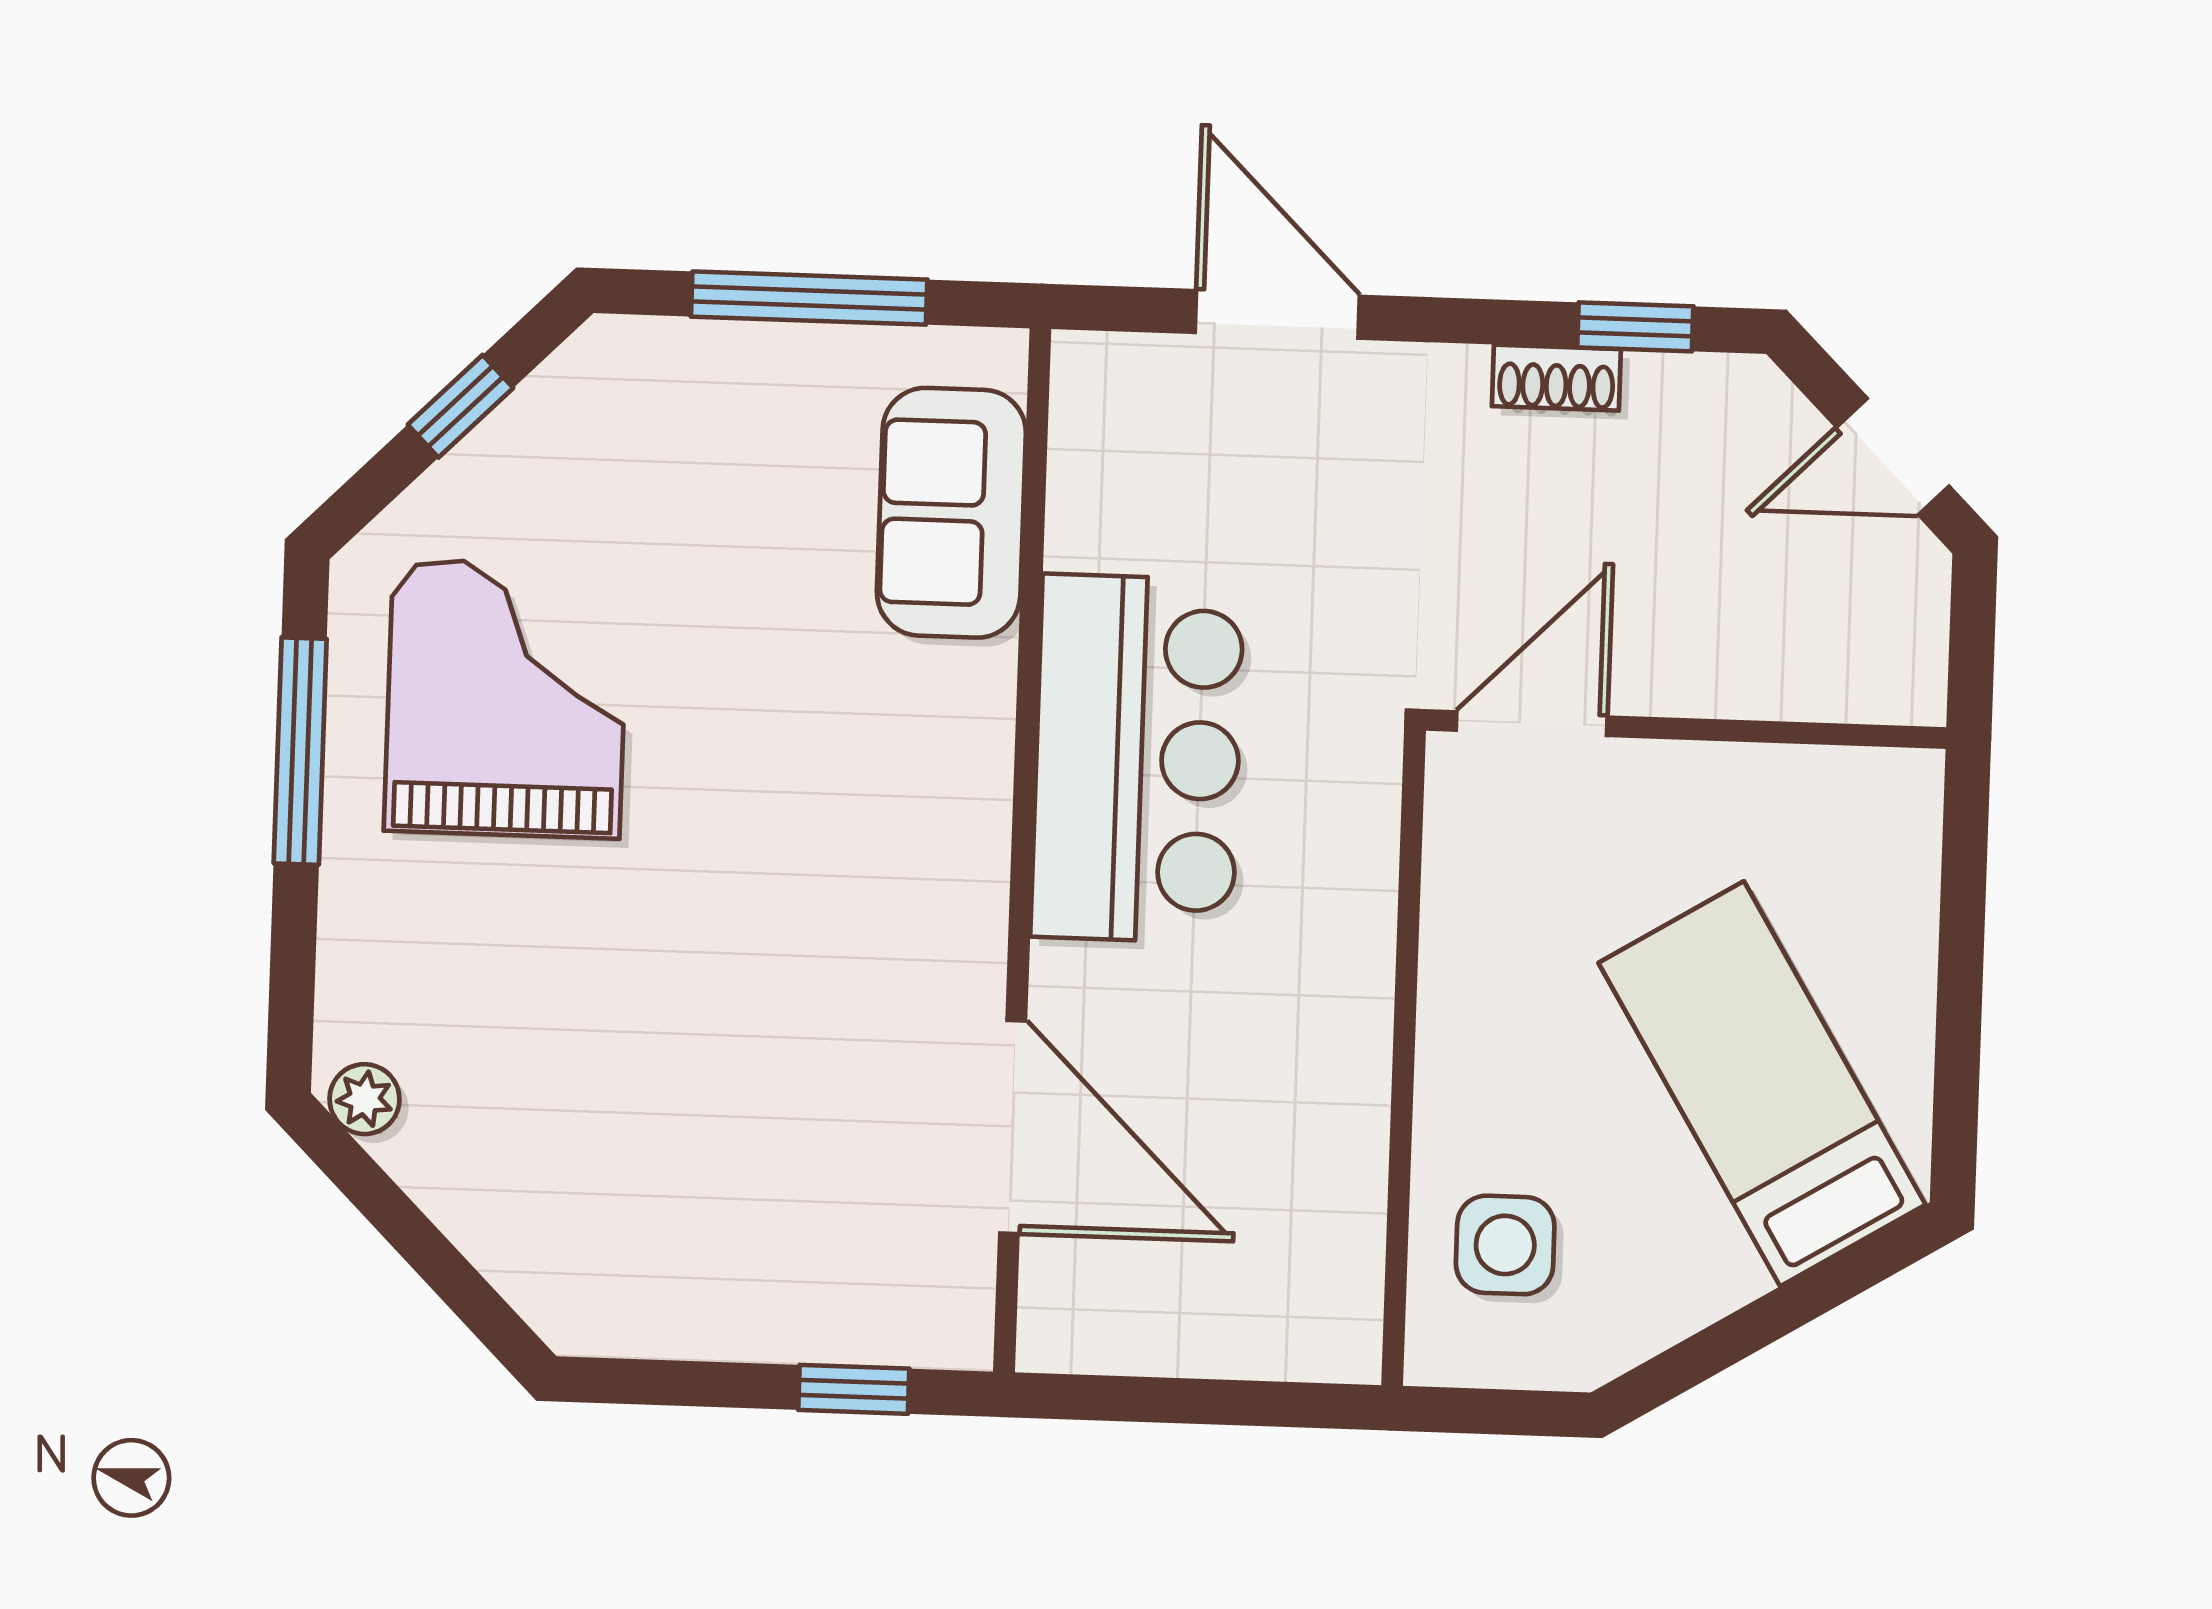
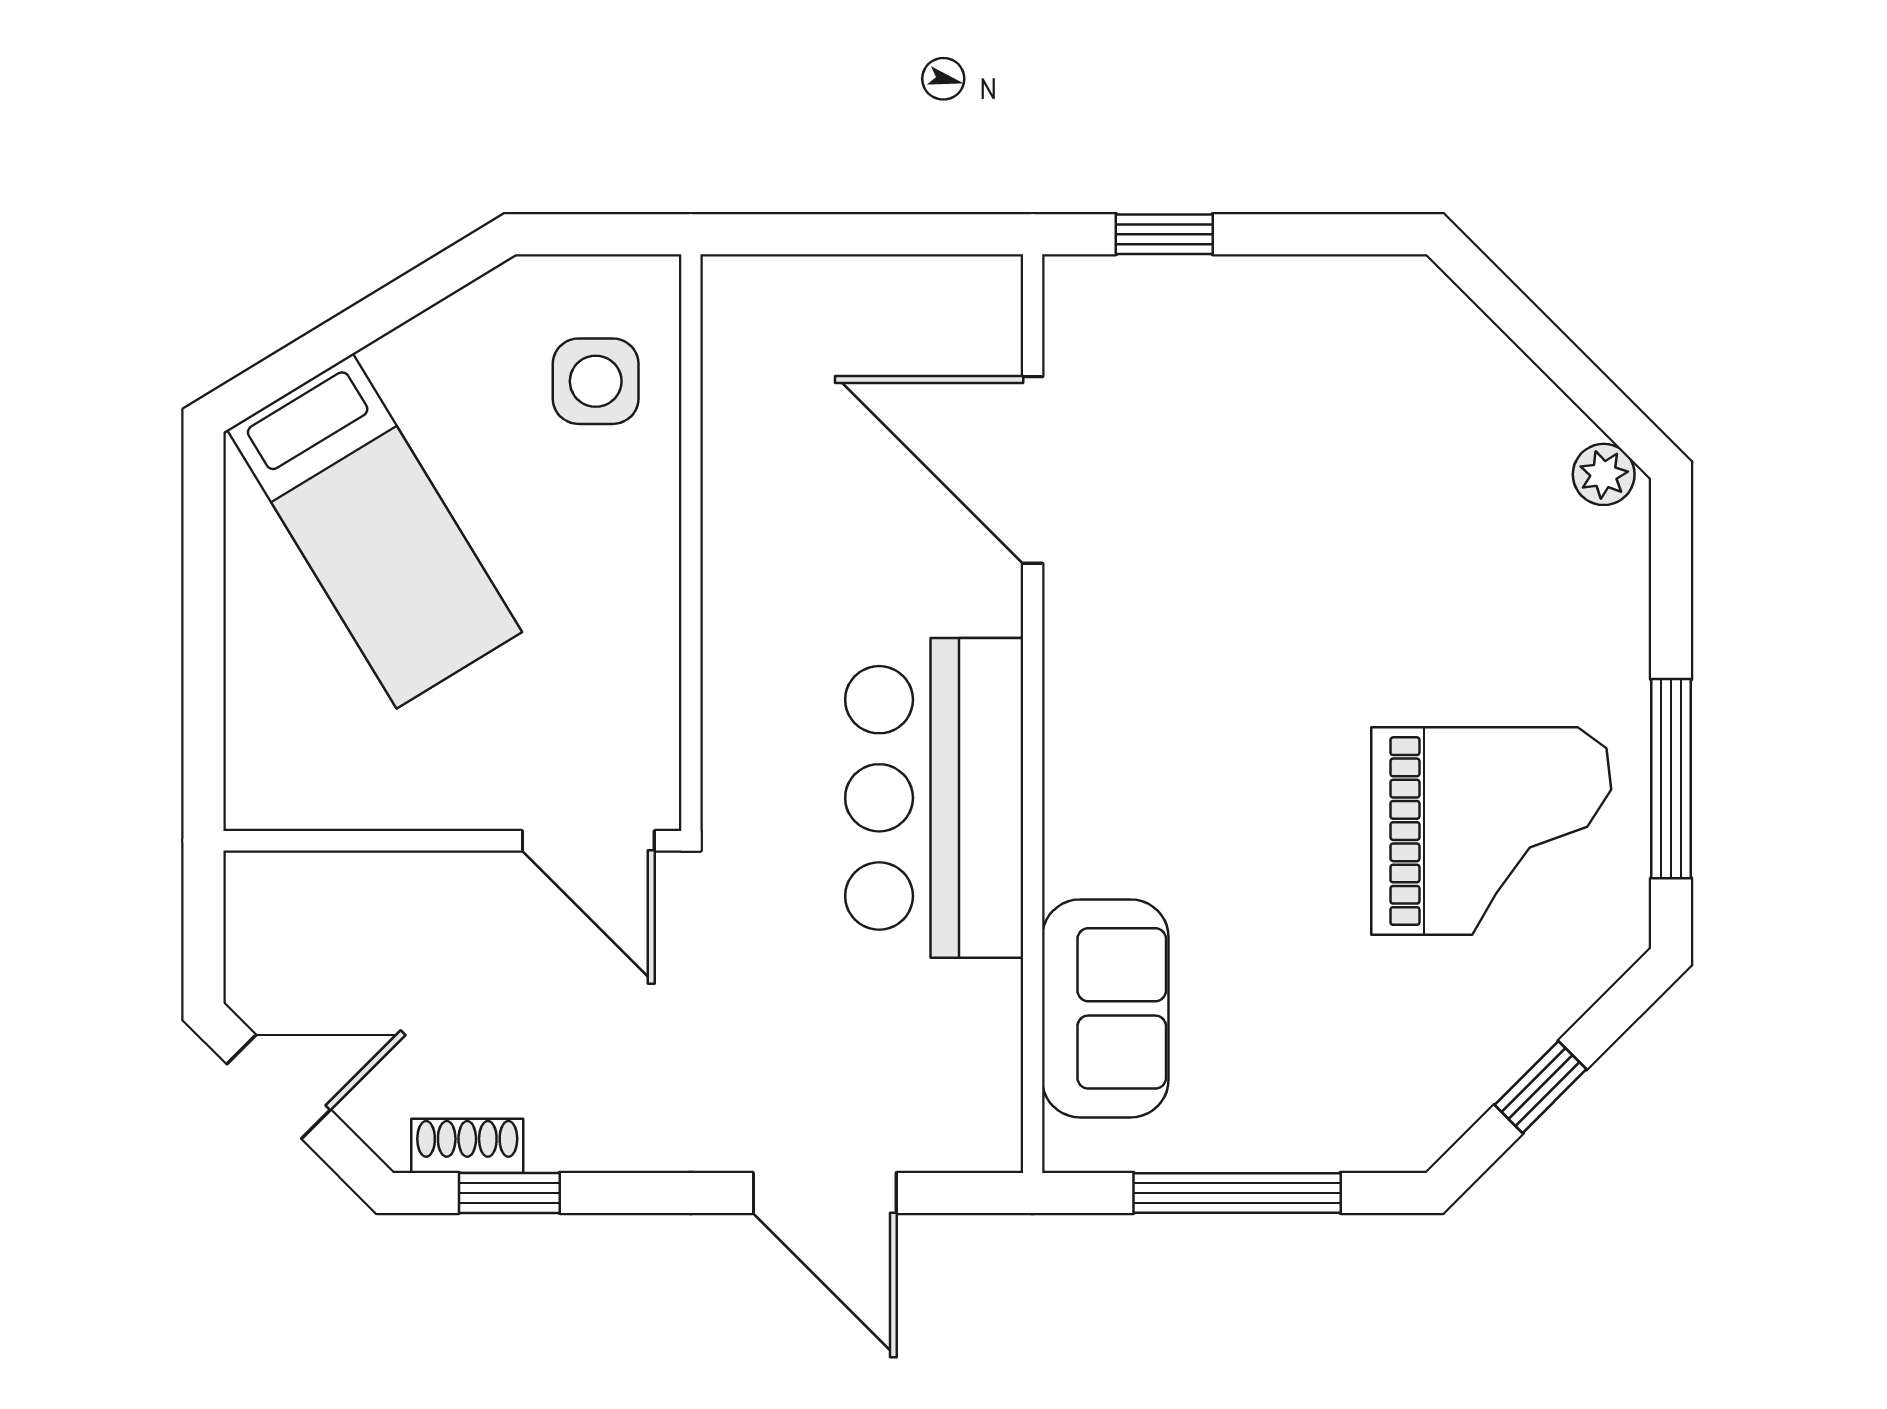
shoe rack: (1556, 378) -> (467, 1146), moved
grand piano: (506, 699) -> (1491, 831), turned -90
door: (1532, 724) -> (588, 841), hinge flipped

